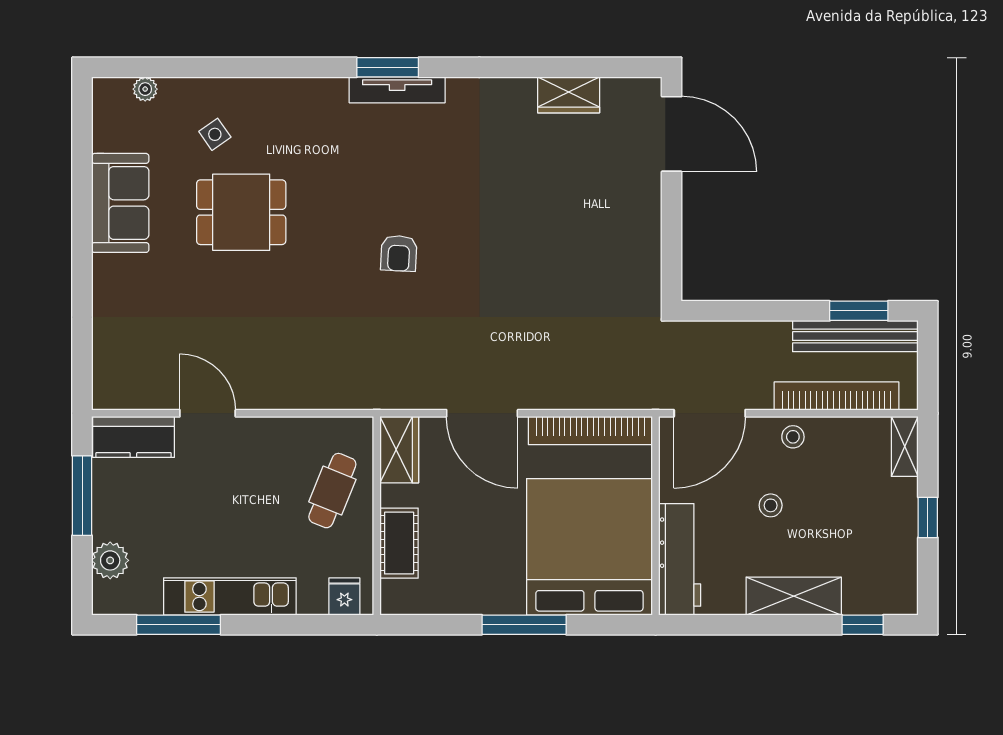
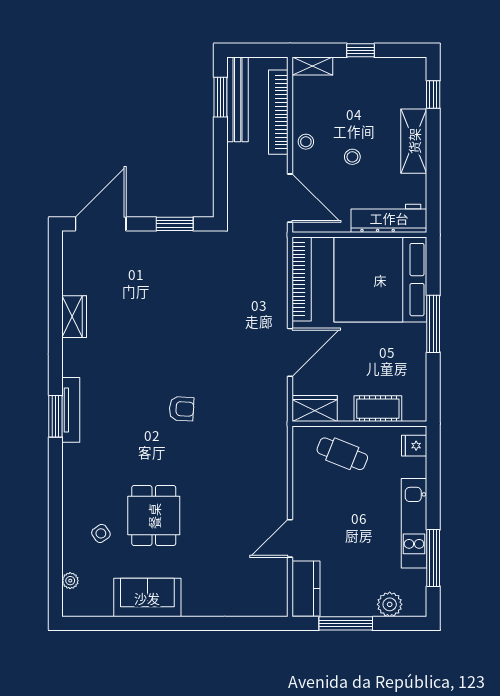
wardrobe: (569, 95) -> (74, 317), moved
window: (672, 243) -> (175, 224), added

